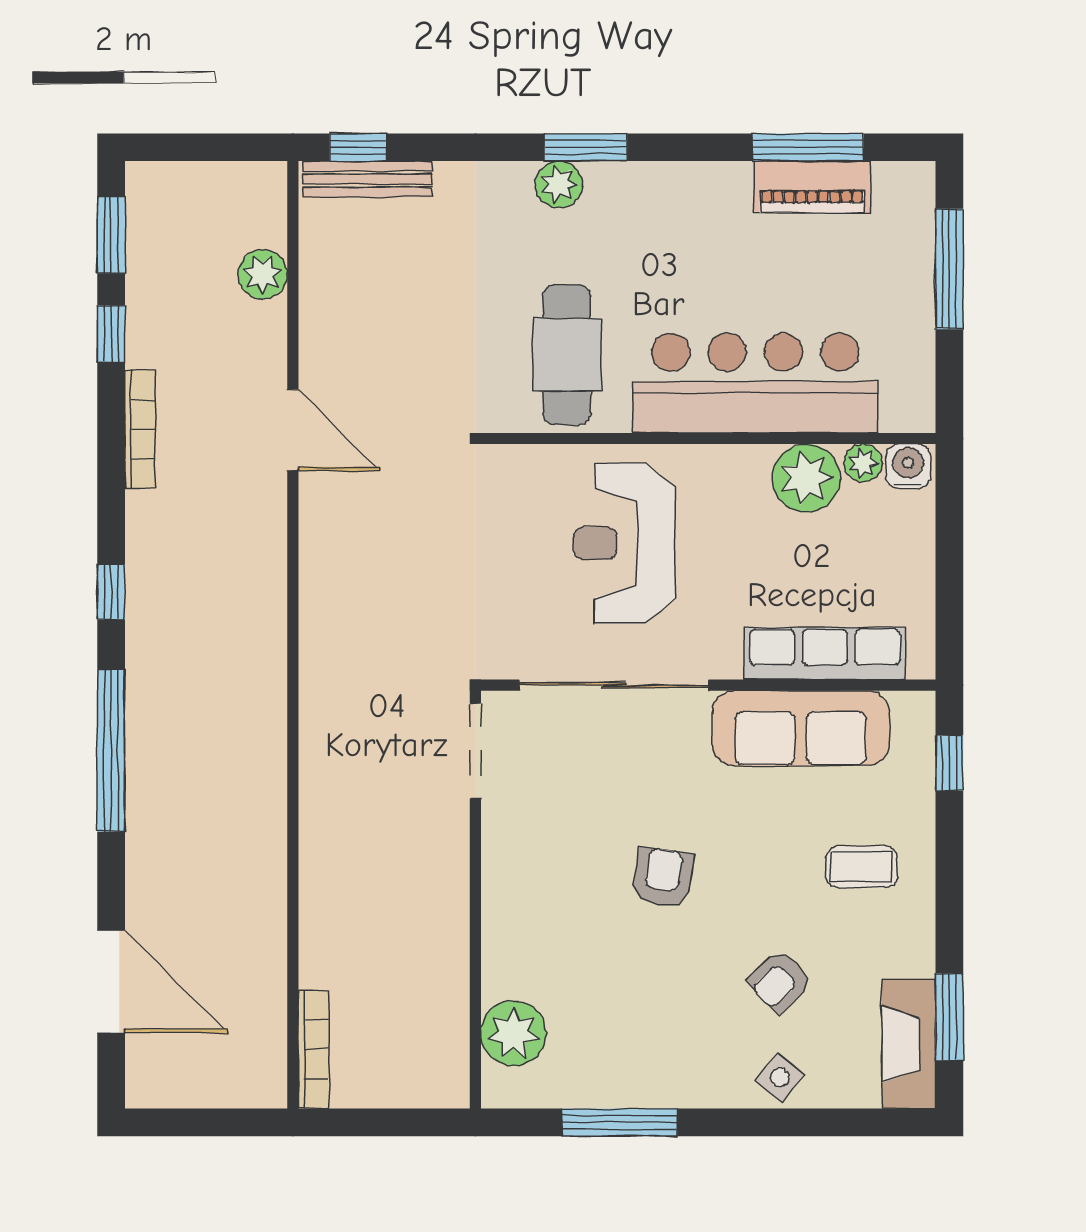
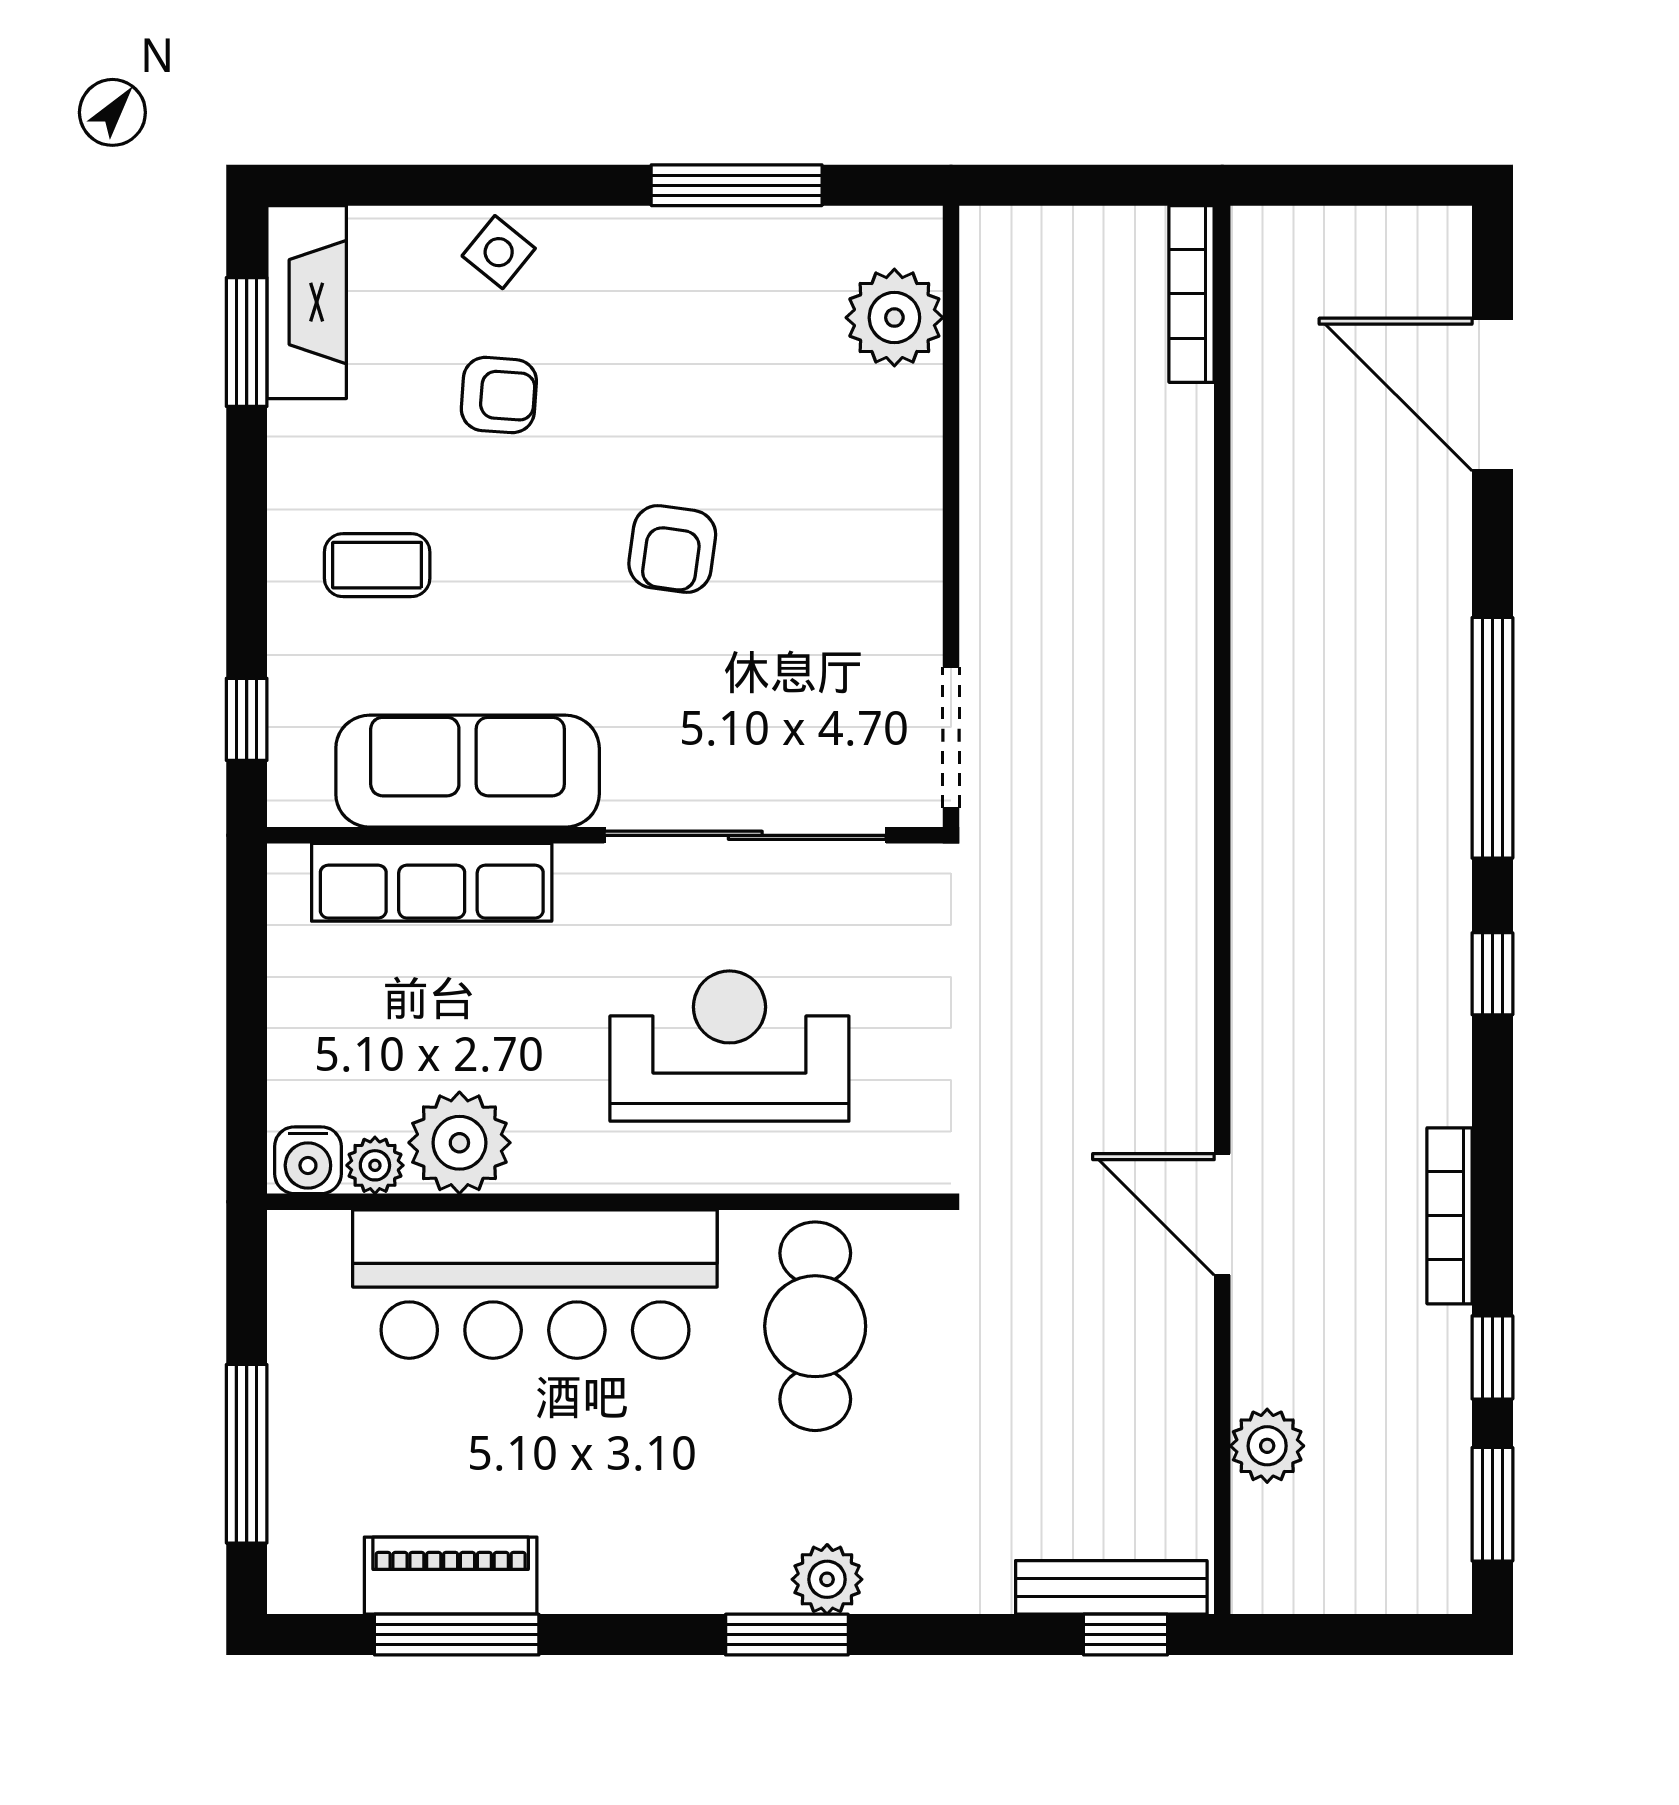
reception desk: (624, 543) -> (729, 1046), turned -90
armchair: (780, 981) -> (499, 395), turned 48

